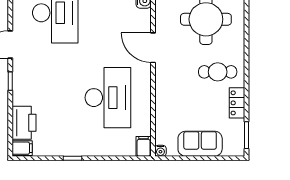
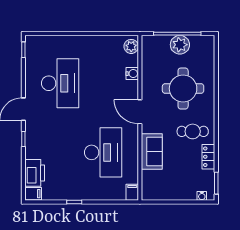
sofa: (200, 144) -> (152, 152), moved, turned 90
water cooler: (160, 151) -> (202, 196), moved

